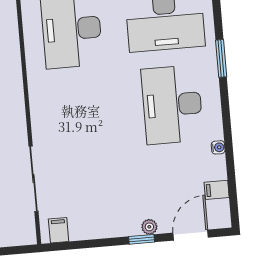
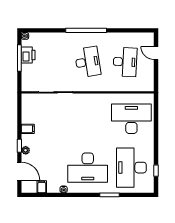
desk: (172, 105) -> (88, 168), turned 180
filing cabinet: (59, 230) -> (28, 129), moved

